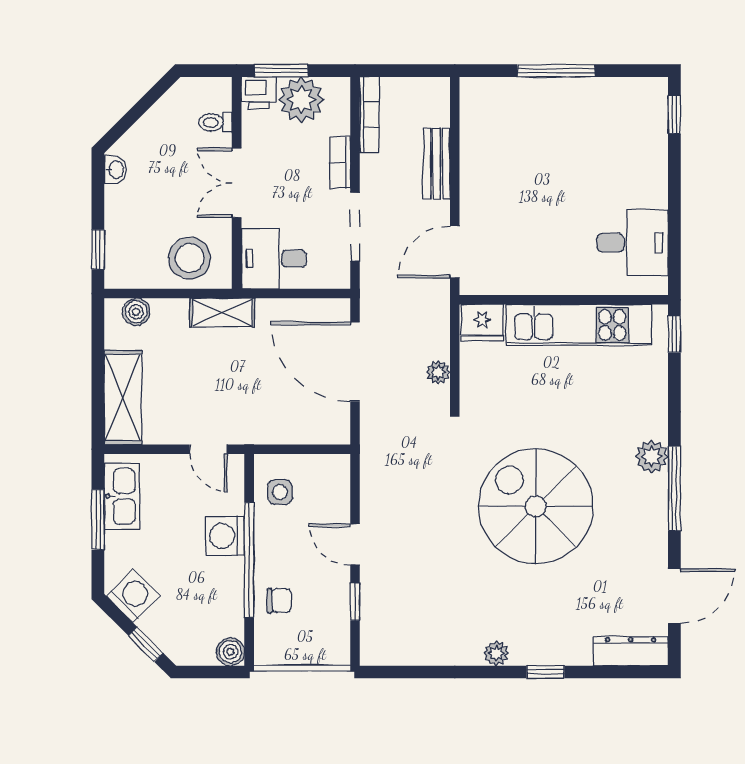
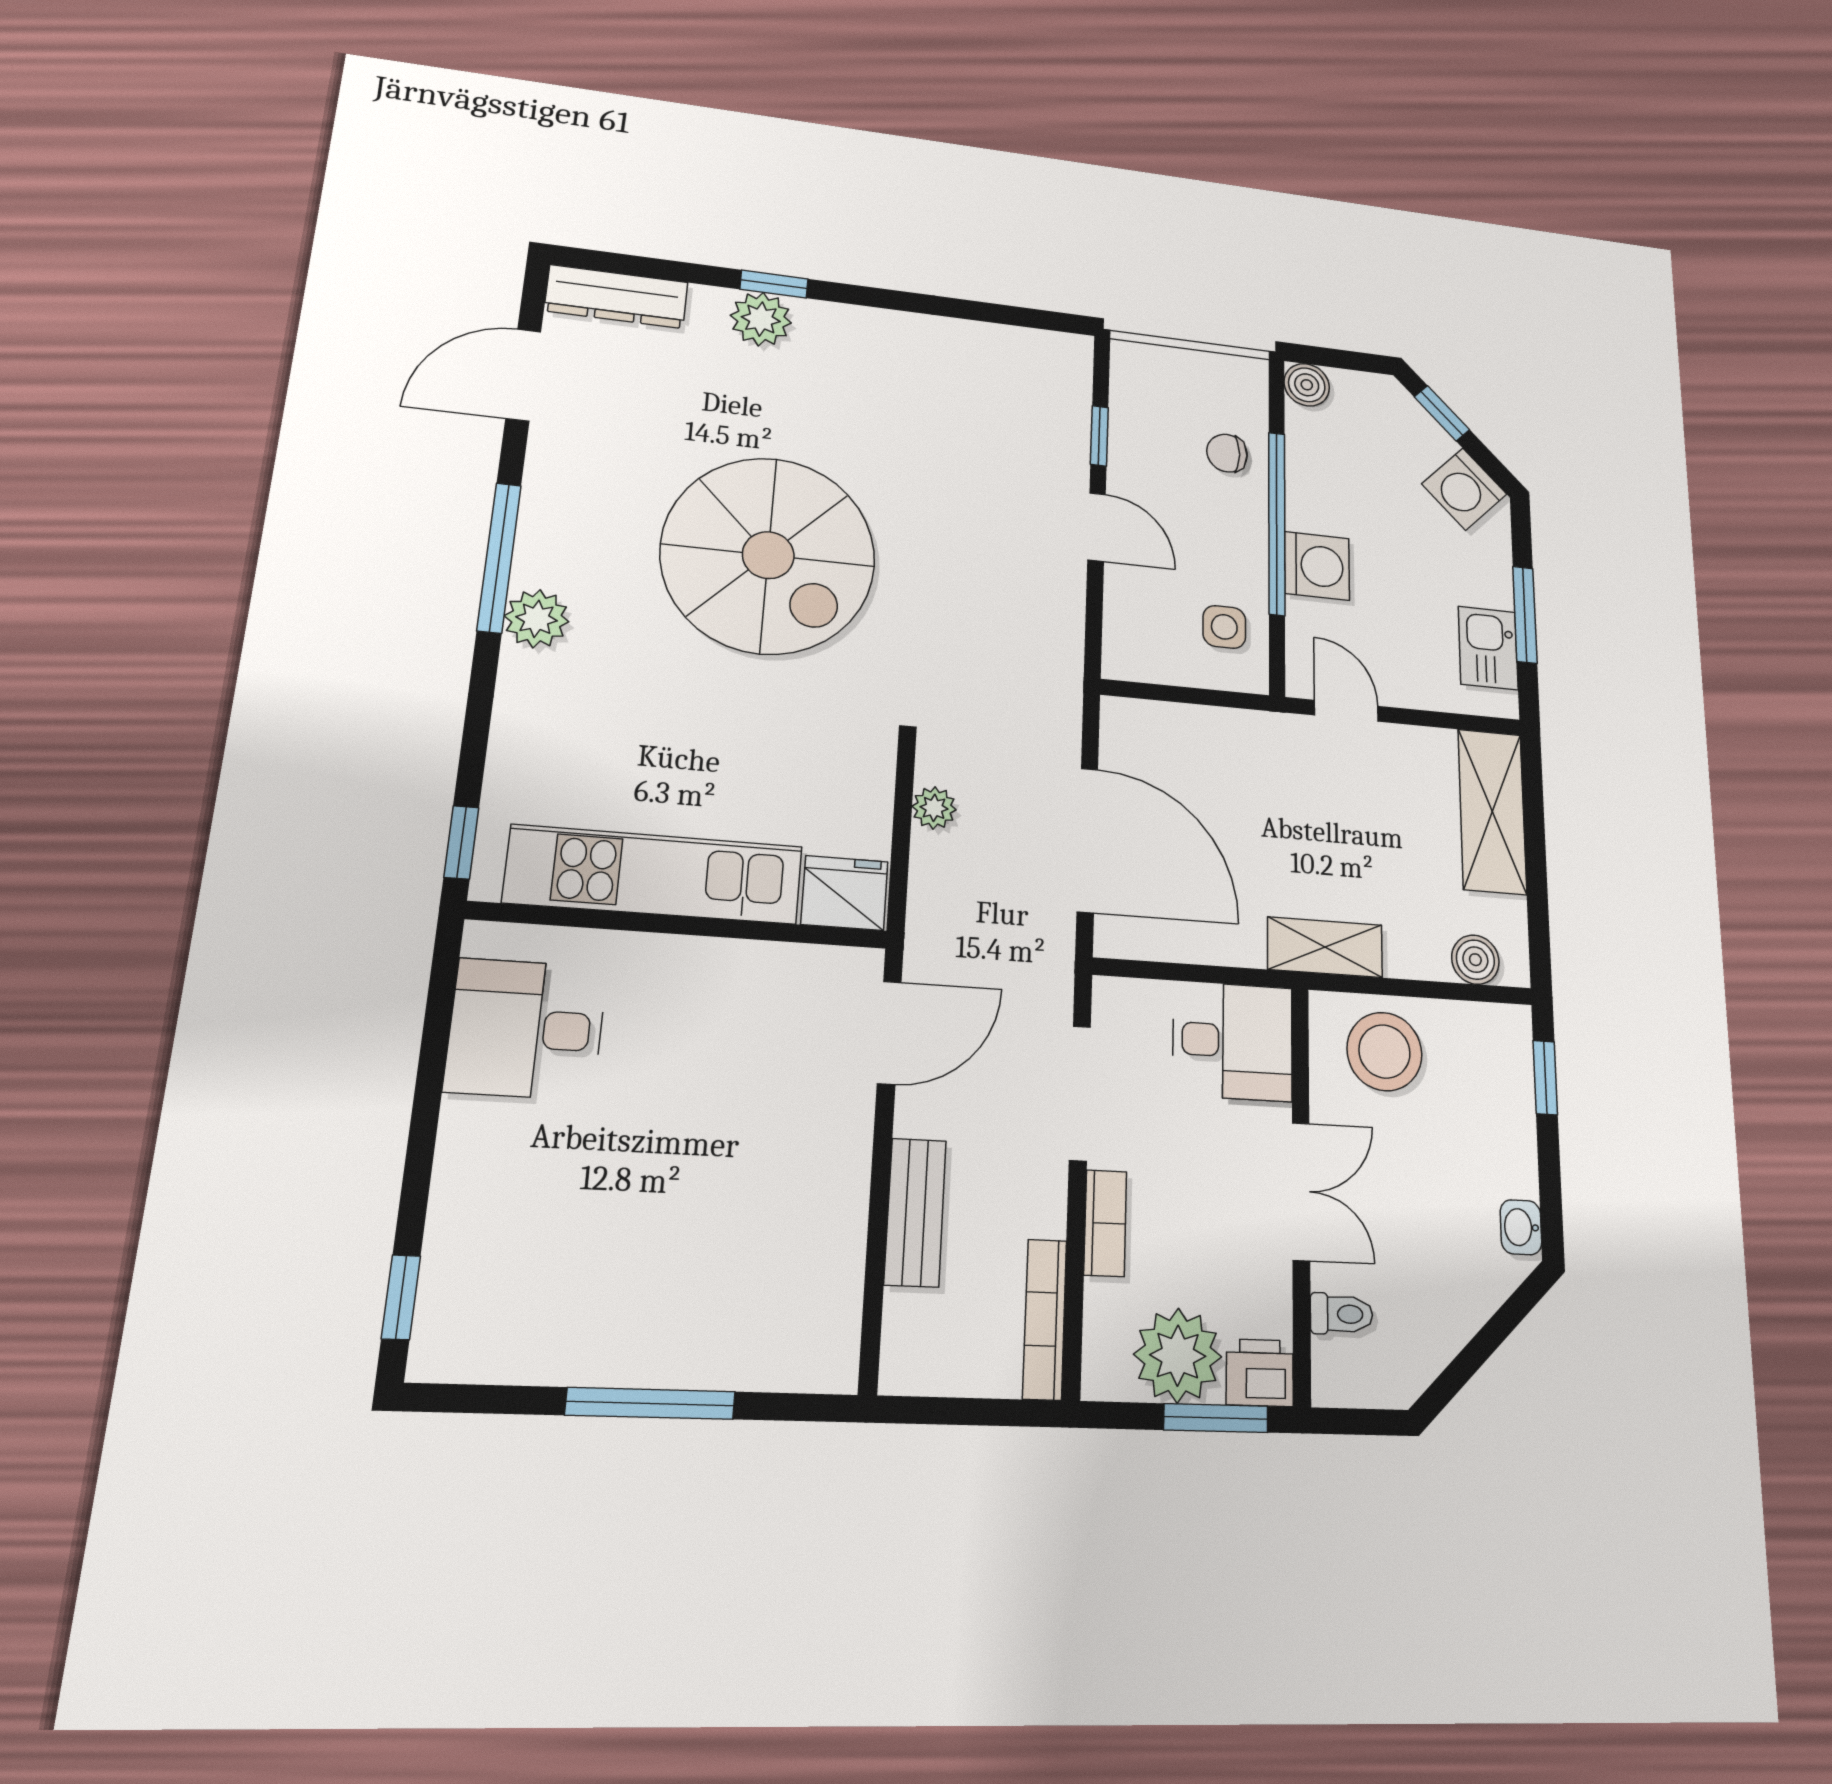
kitchen sink: (122, 496) -> (1488, 648), width x0.73
plant: (496, 653) -> (761, 319), moved, width x1.38, depth x1.38

